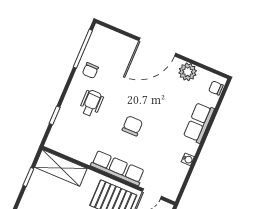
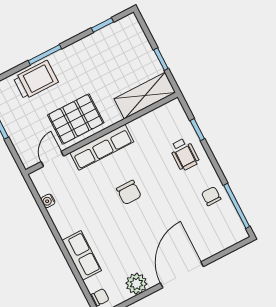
wheelchair: (91, 103) -> (184, 154), moved
water cooler: (188, 159) -> (48, 201), moved

